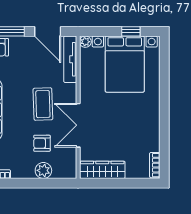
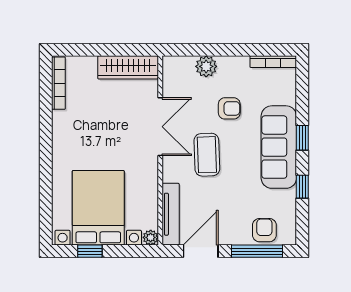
door: (48, 31) -> (201, 251), hinge flipped
armchair: (42, 143) -> (229, 108), moved
bookcase: (155, 165) -> (58, 83), width x1.56

